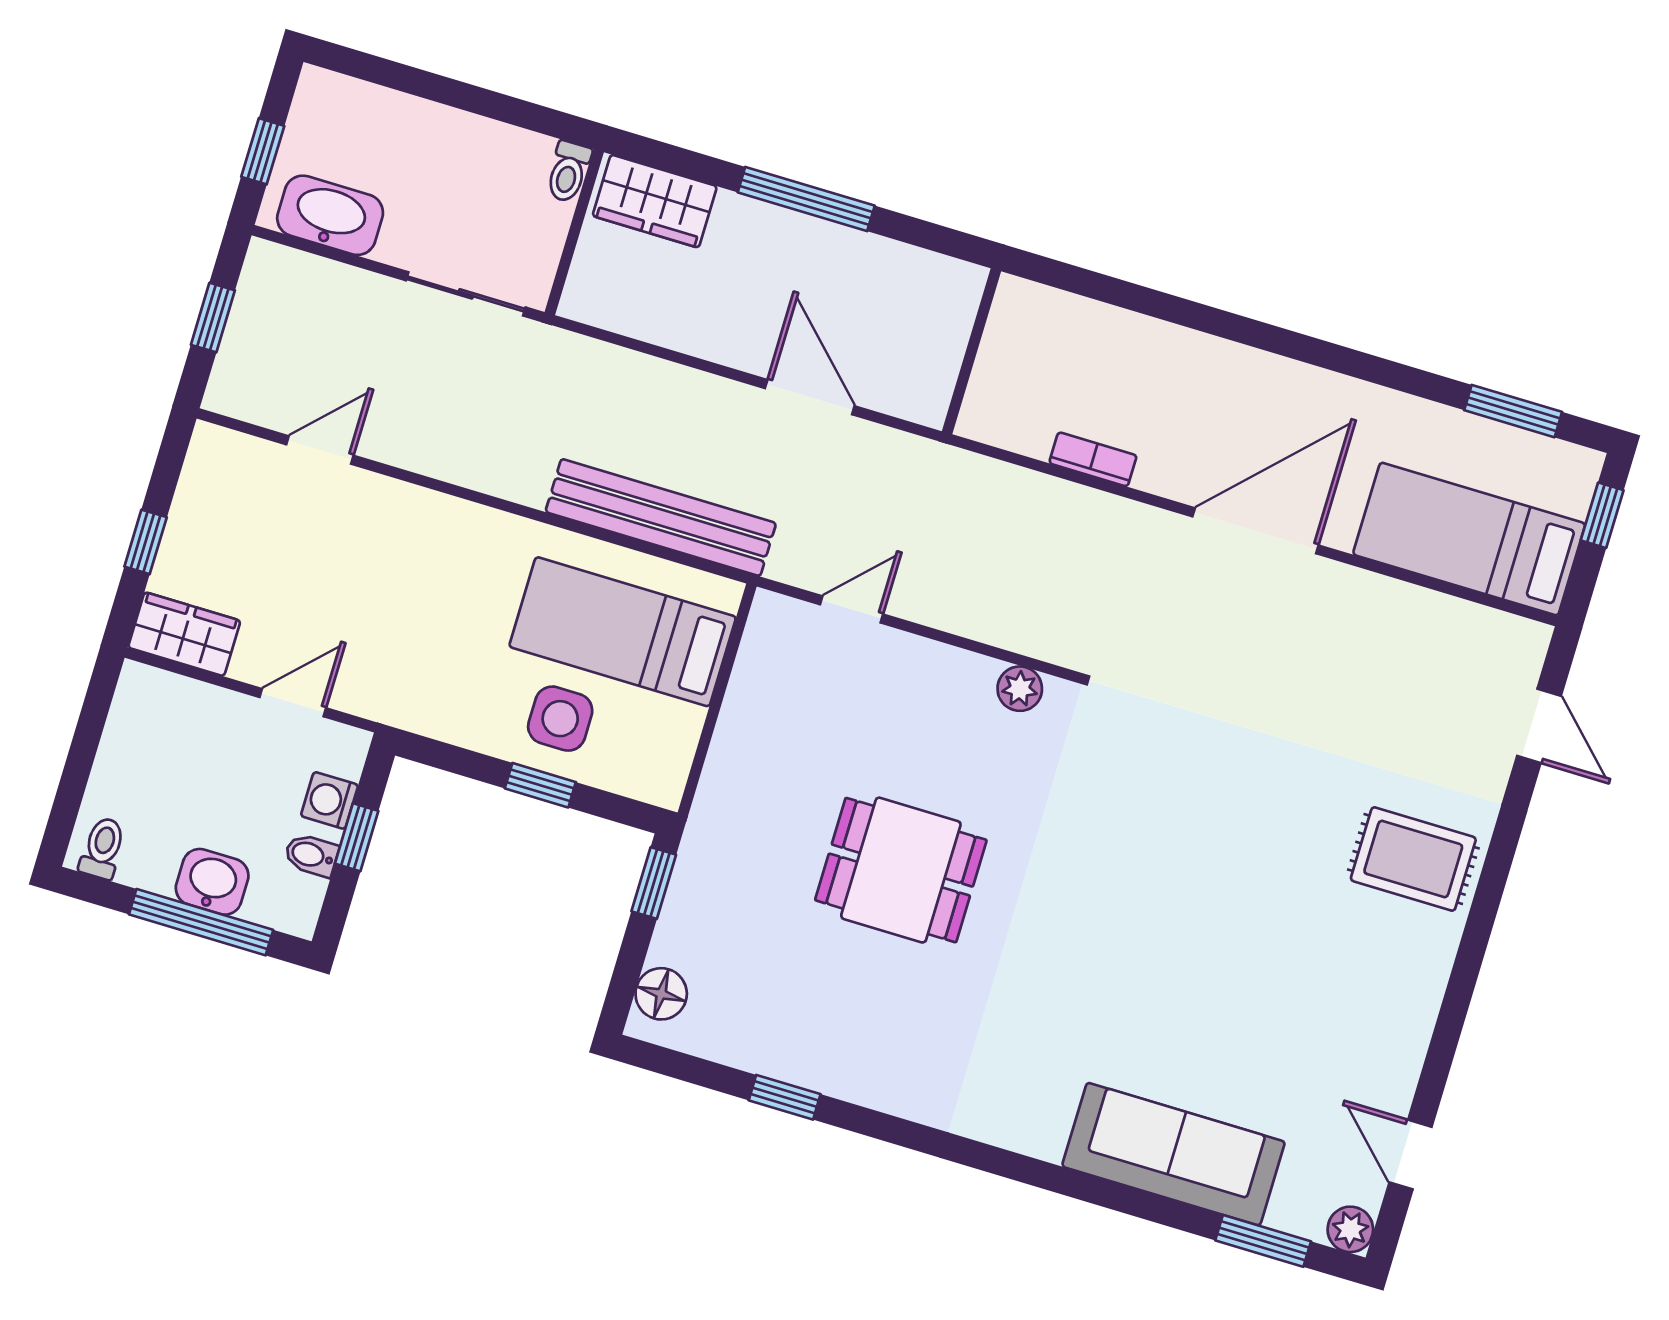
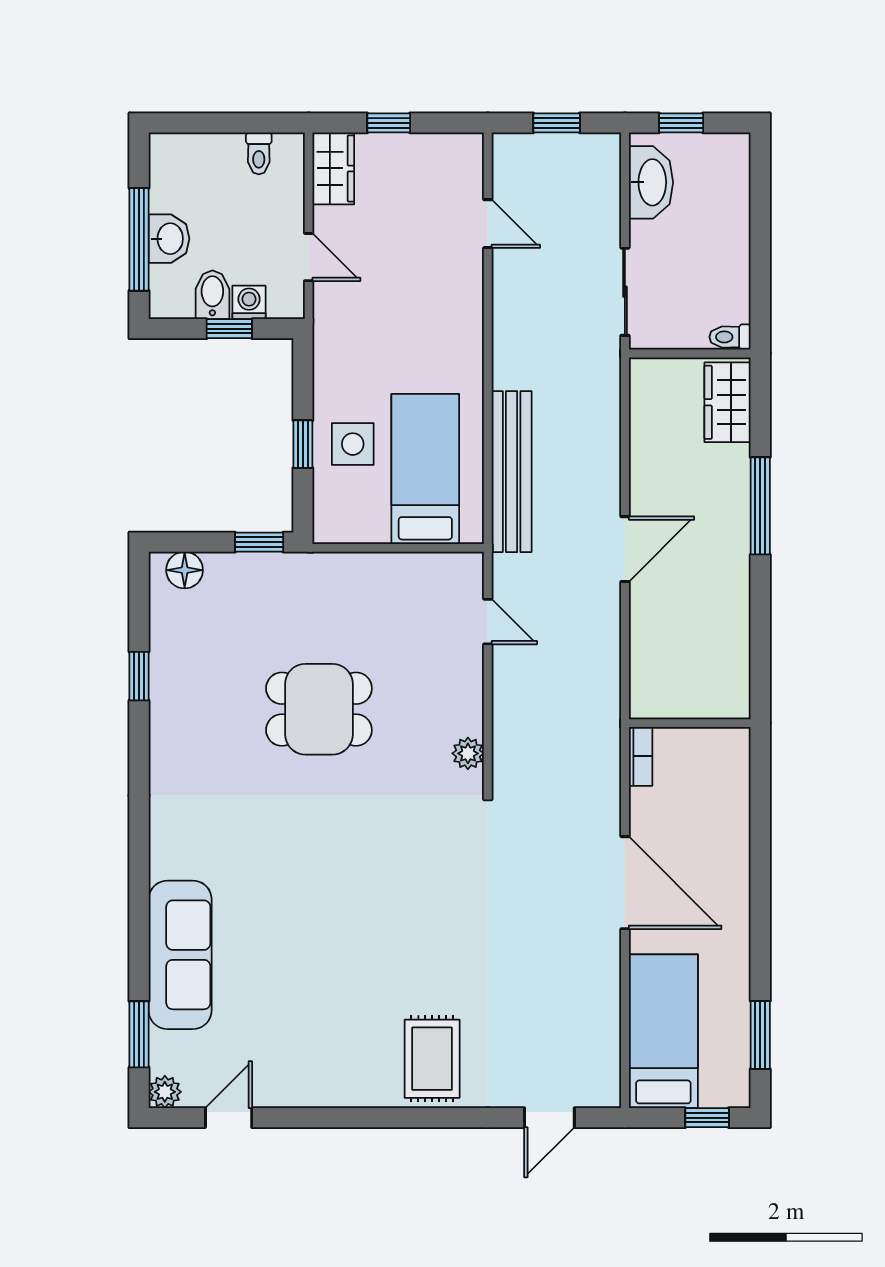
wall: (971, 351) -> (690, 723), moved
toilet: (103, 848) -> (259, 153), moved, turned 90
bidet: (311, 855) -> (212, 295), width x1.38, depth x1.36
dining table: (901, 870) -> (319, 709), turned 90

